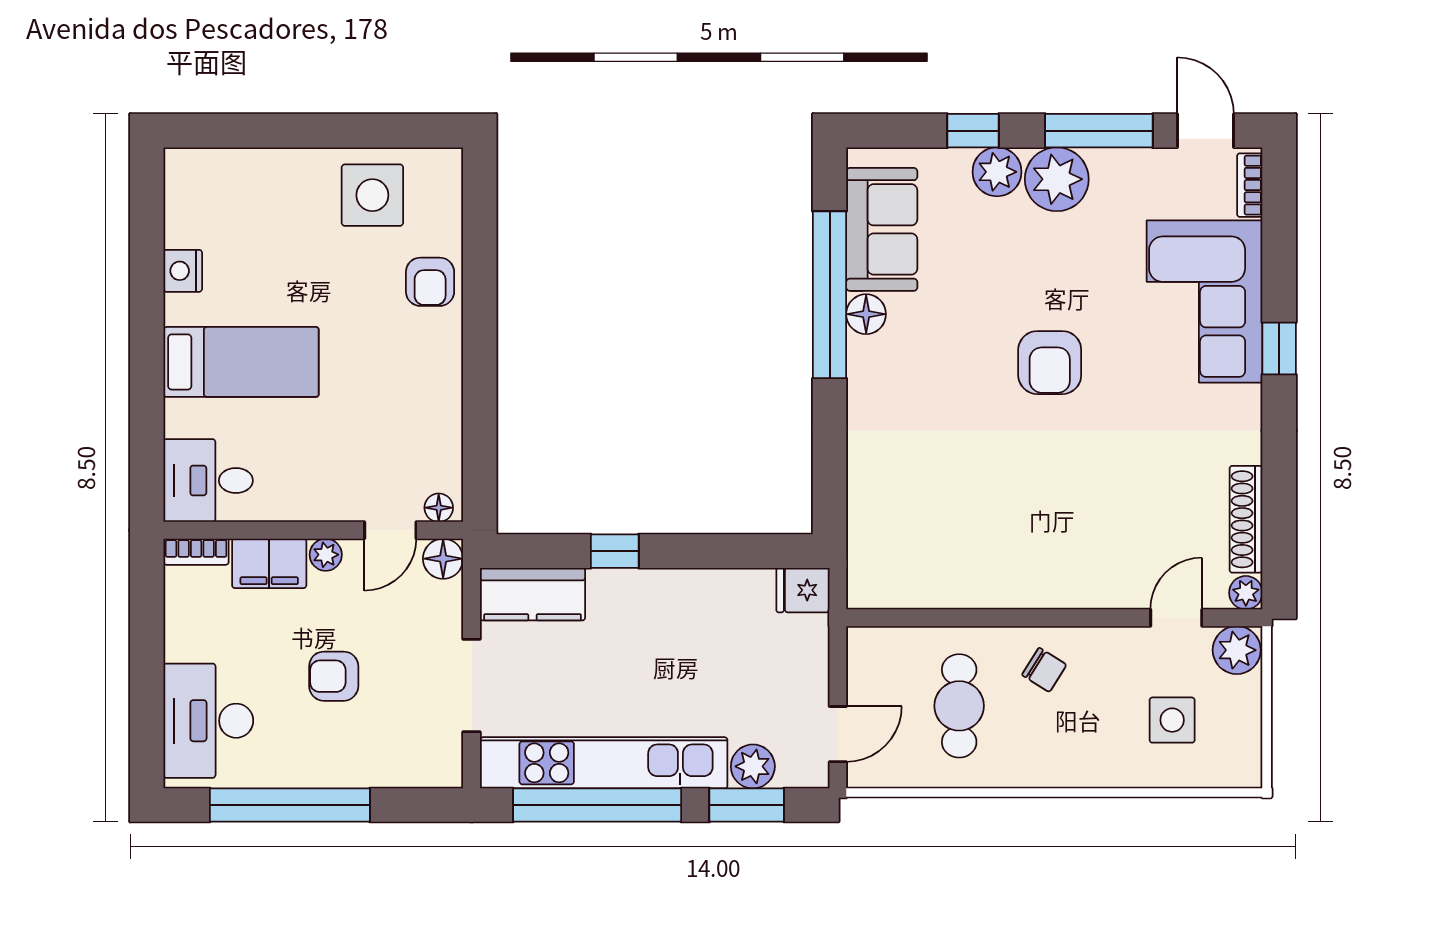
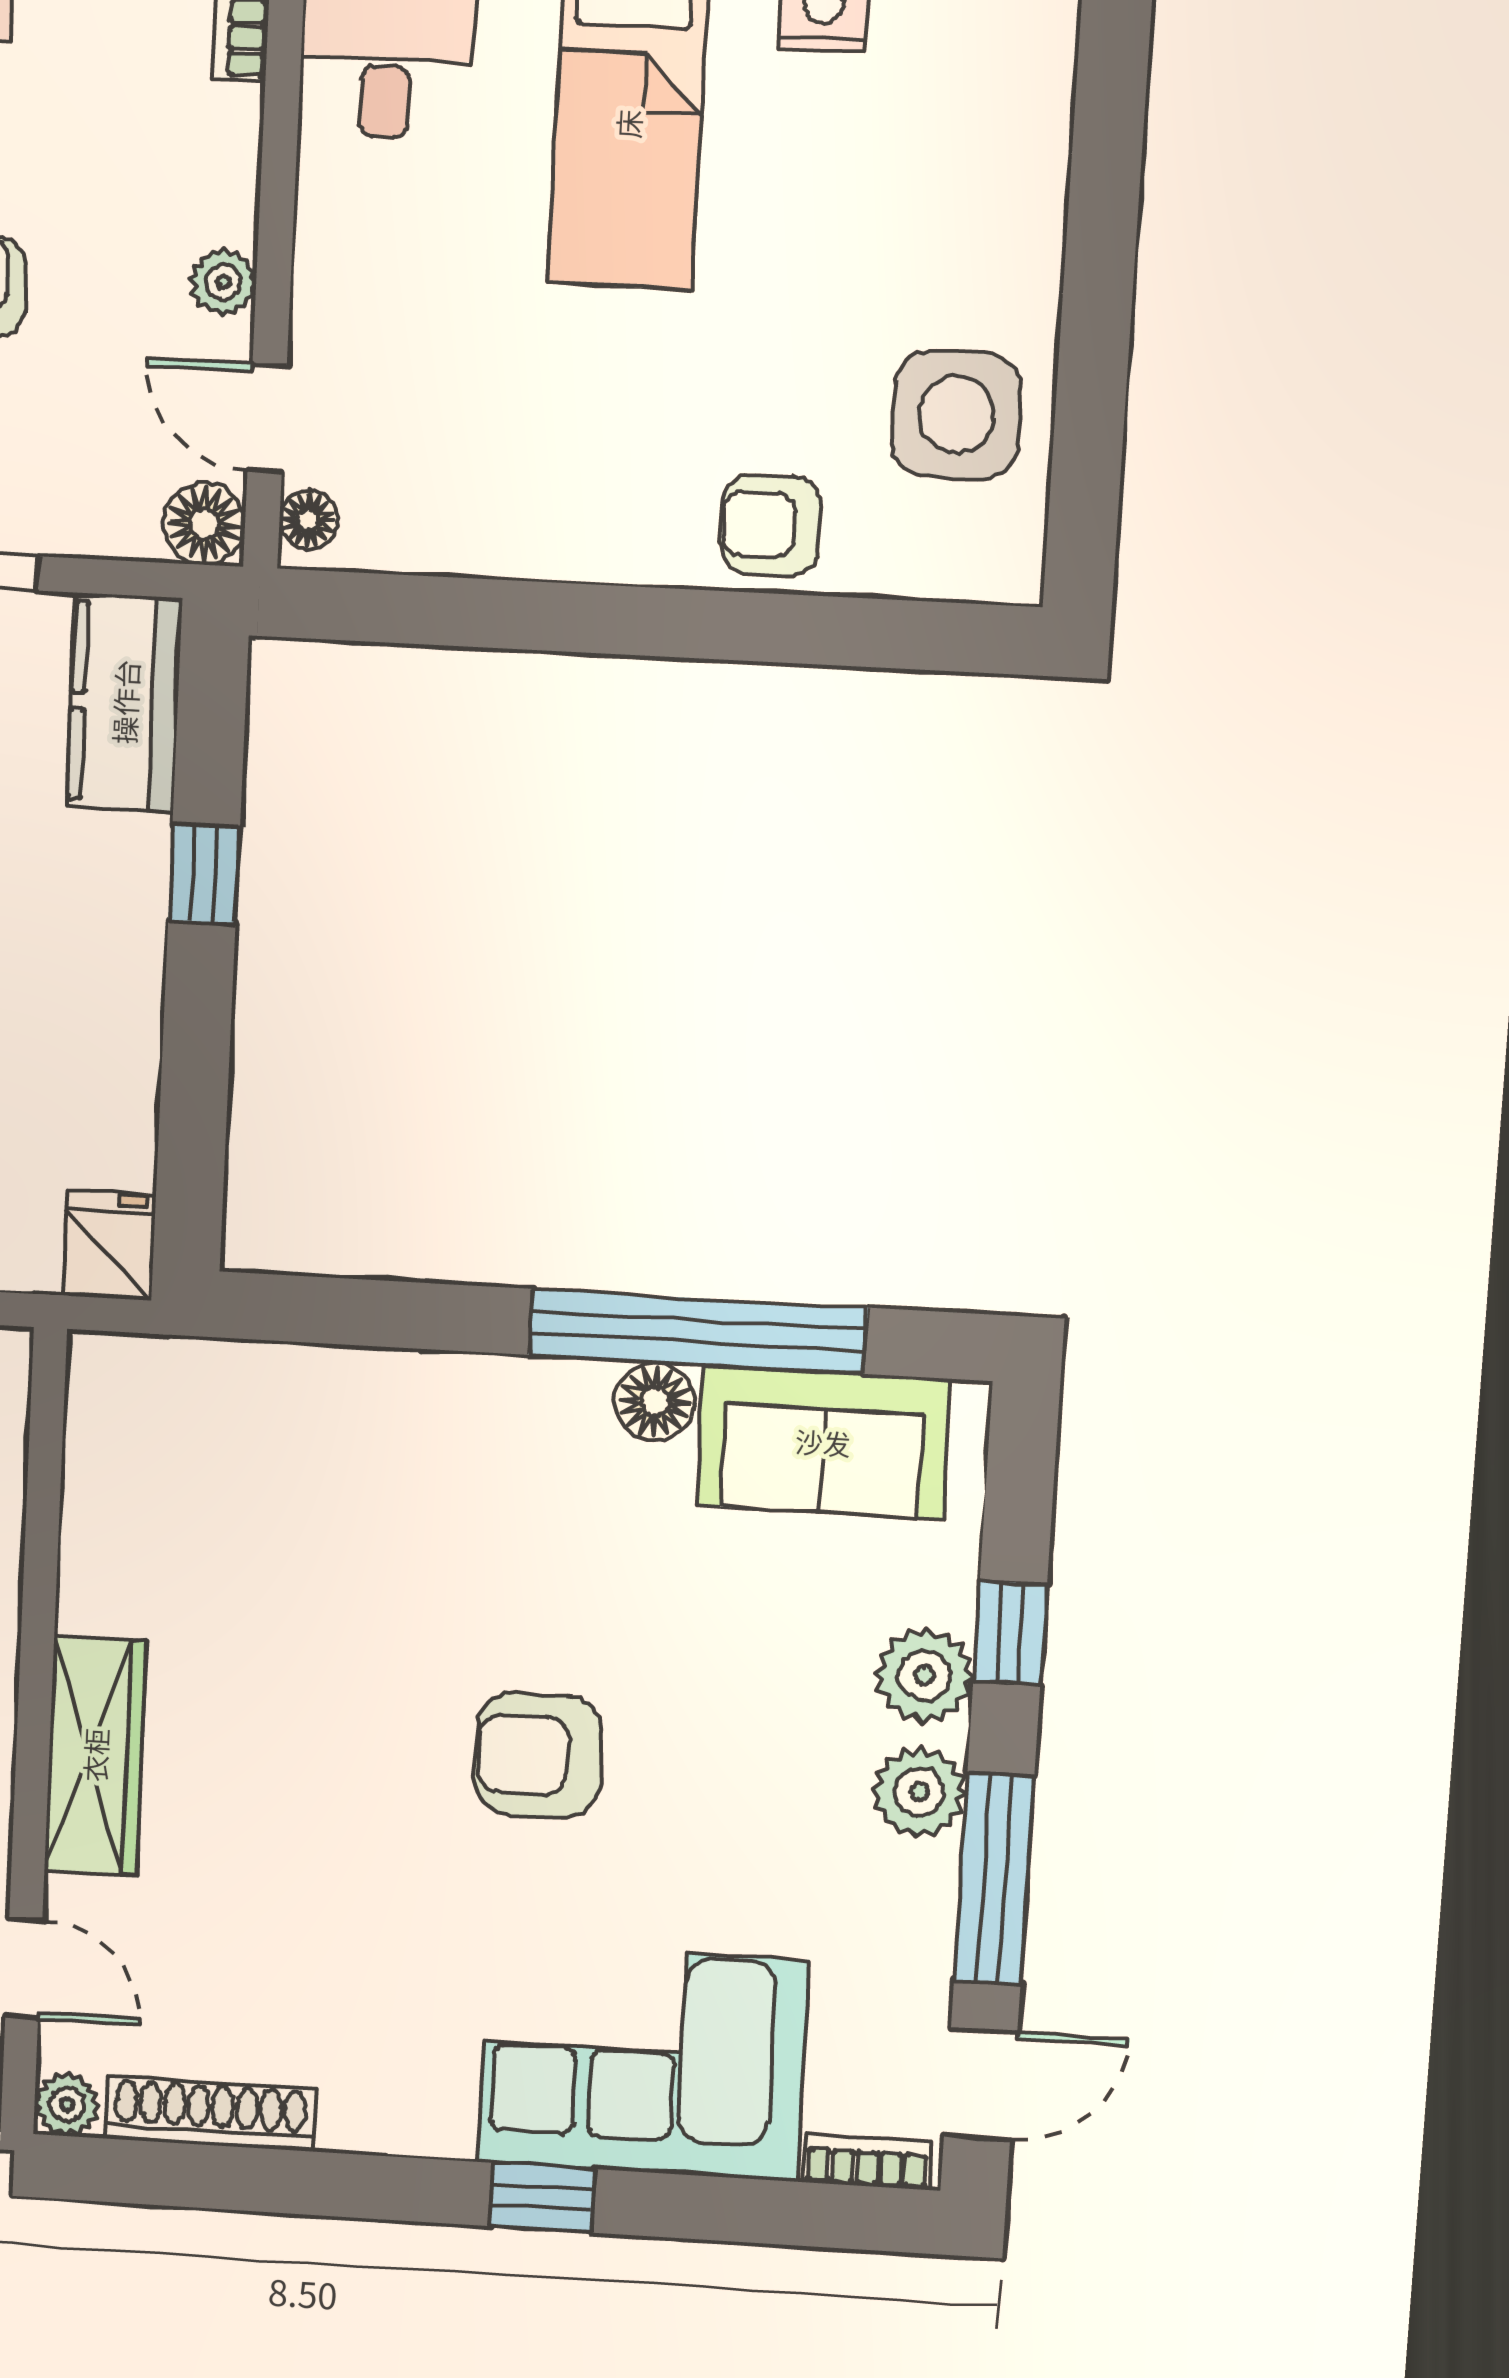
plant: (1057, 179) -> (919, 1792), width x0.73, depth x0.73
filing cabinet: (269, 563) -> (211, 163), removed
wardrobe: (1063, 586) -> (95, 1755), added

